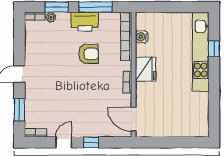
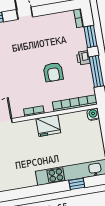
plant: (51, 17) -> (80, 33), removed
printer: (85, 22) -> (83, 58), width x0.53, depth x0.68
water cooler: (142, 37) -> (93, 114), moved

